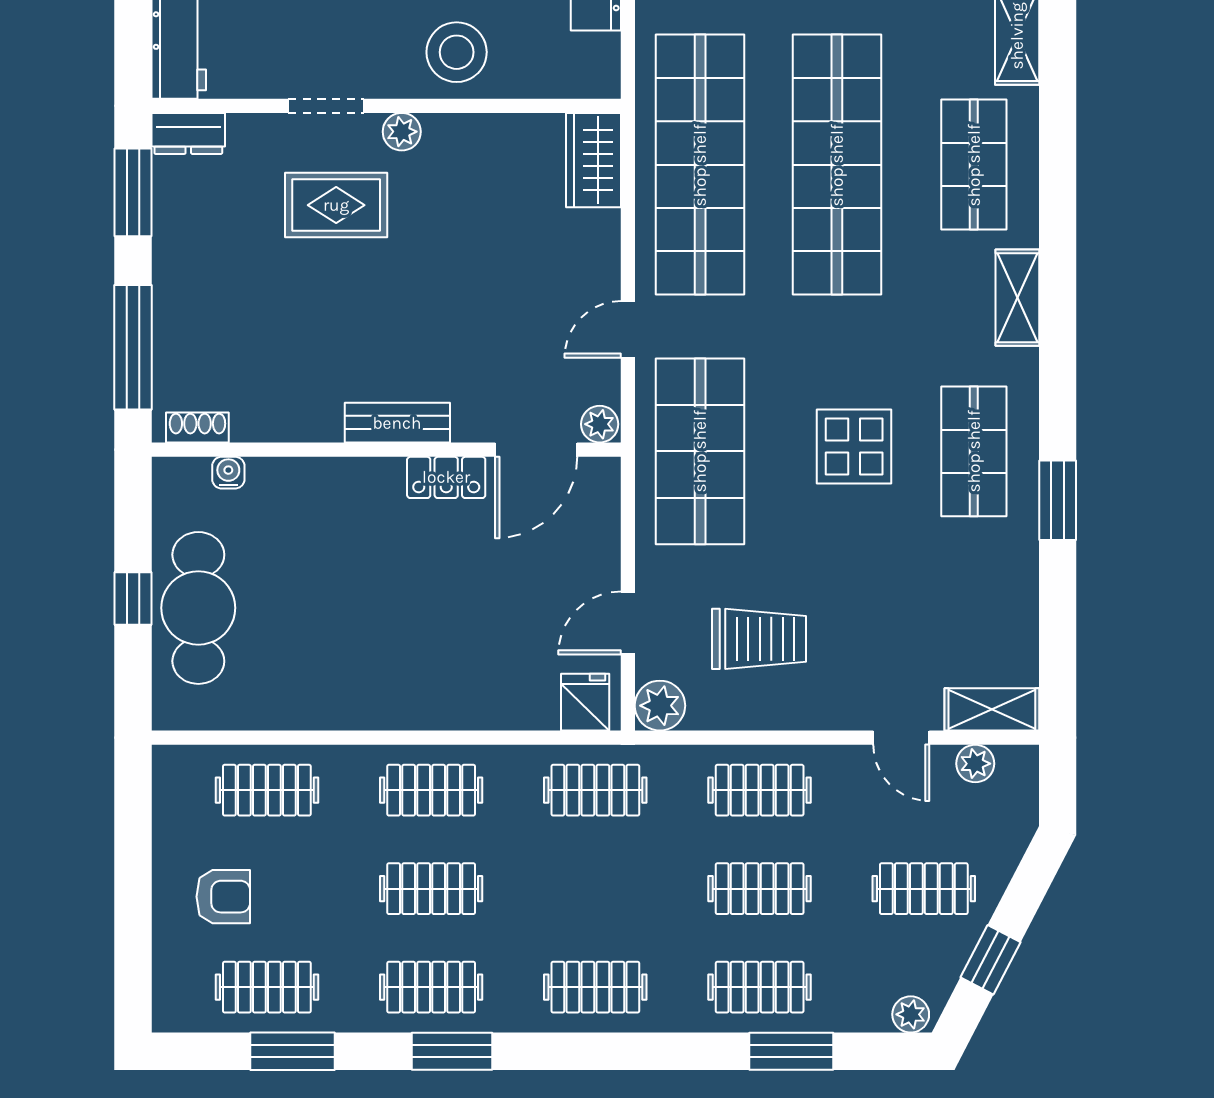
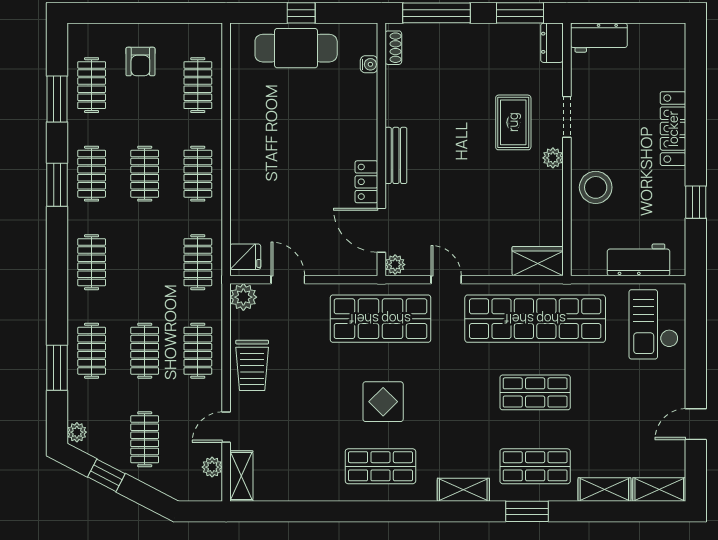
shop shelf: (837, 165) -> (535, 392), width x0.50, depth x0.74
window: (1058, 500) -> (527, 511), moved
trolley: (759, 639) -> (252, 365), moved

